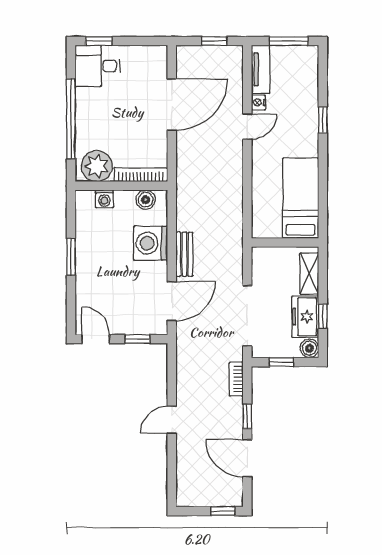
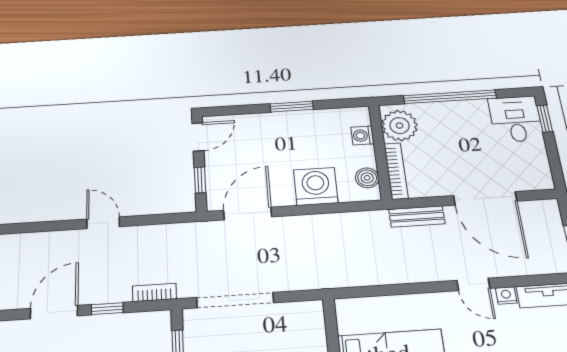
bench: (184, 254) -> (417, 216), moved
door: (172, 301) -> (248, 214), swing flipped

